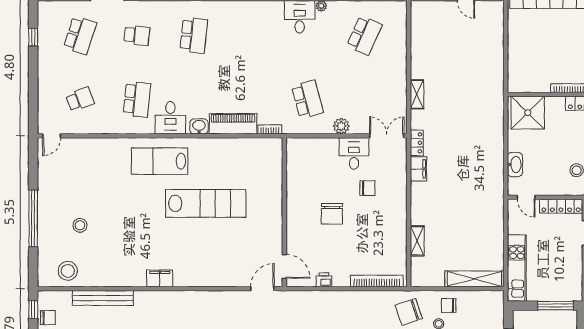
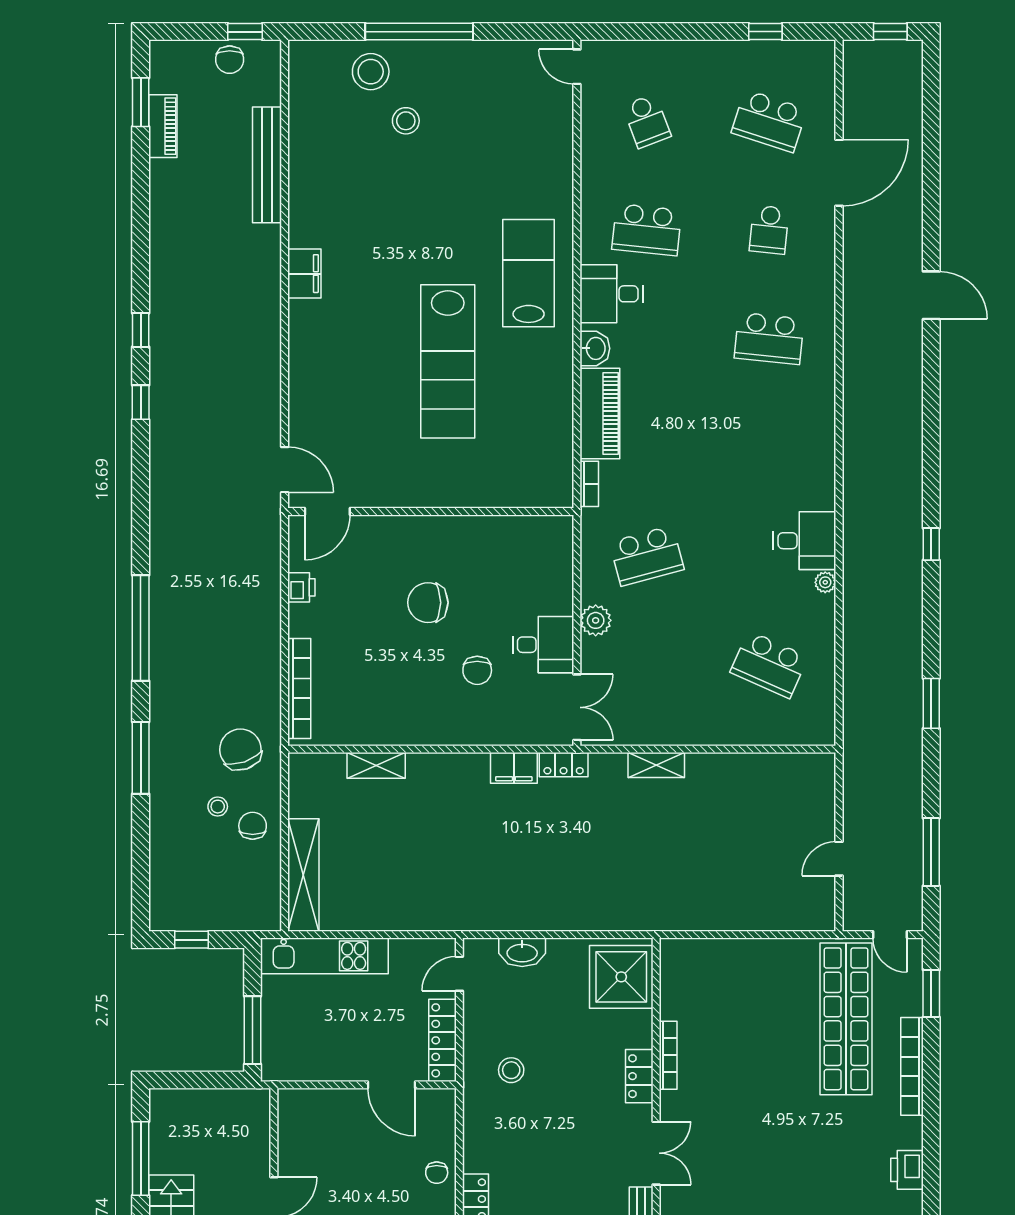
stool: (68, 271) -> (371, 72), moved

